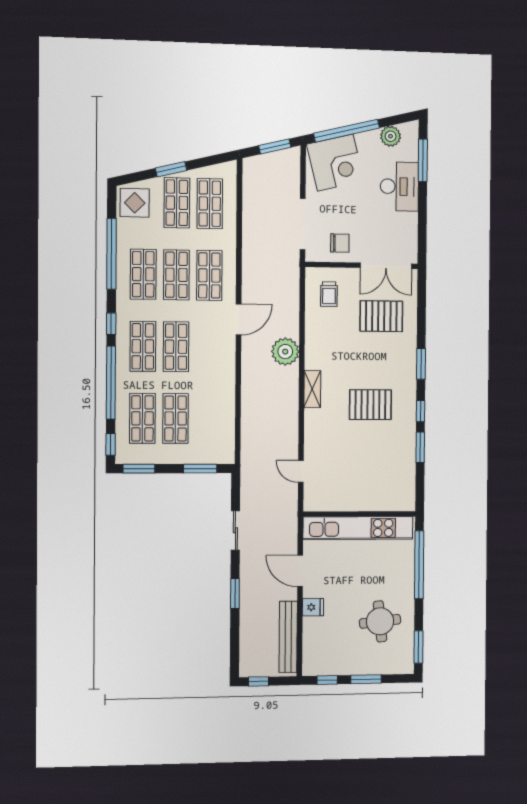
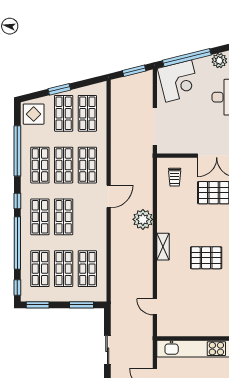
chair: (340, 243) -> (182, 140), removed
shop shelf: (208, 419) -> (87, 269), added

